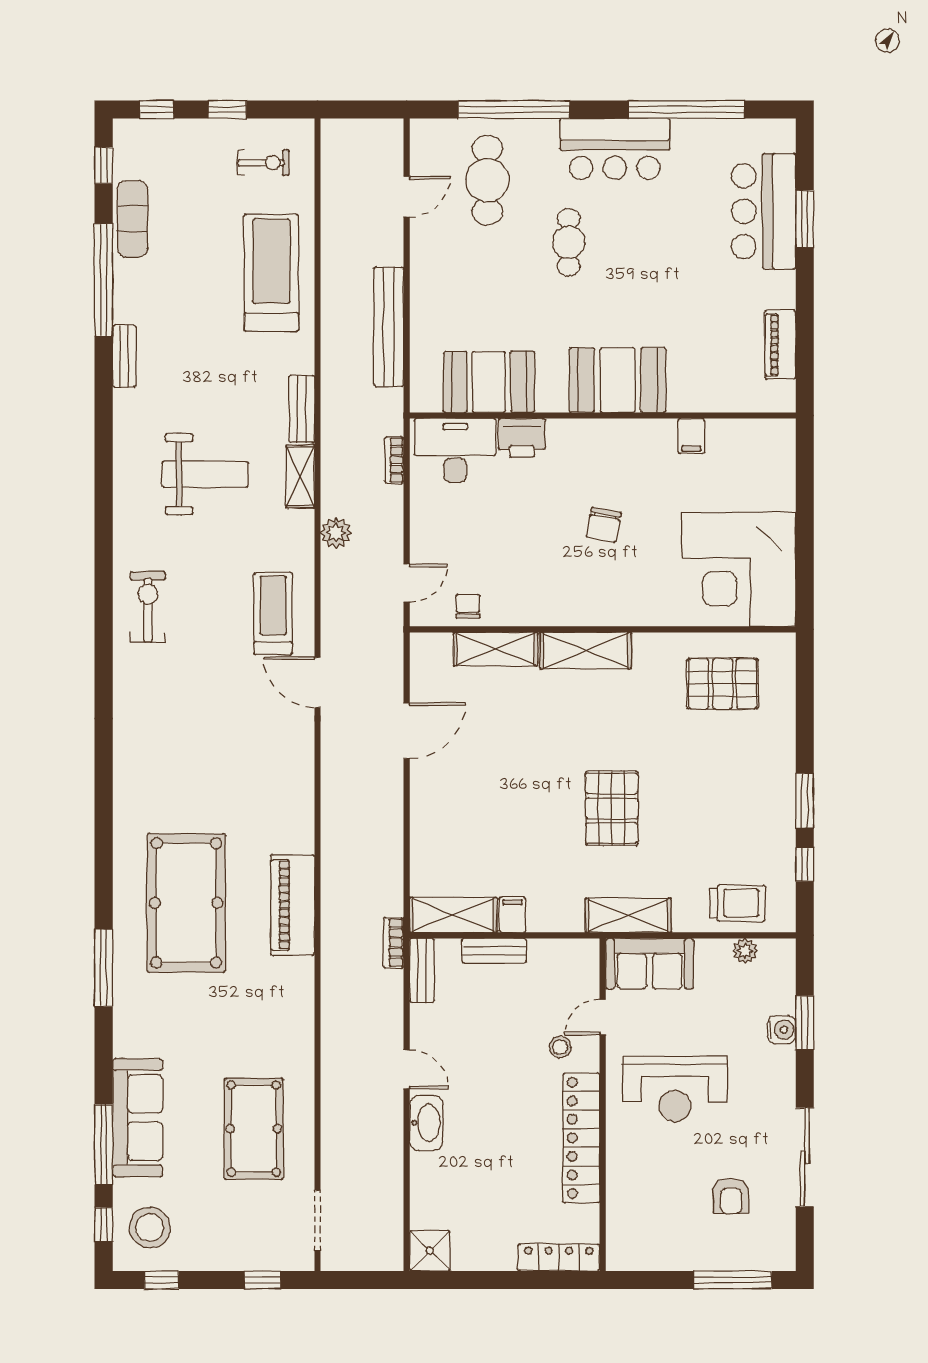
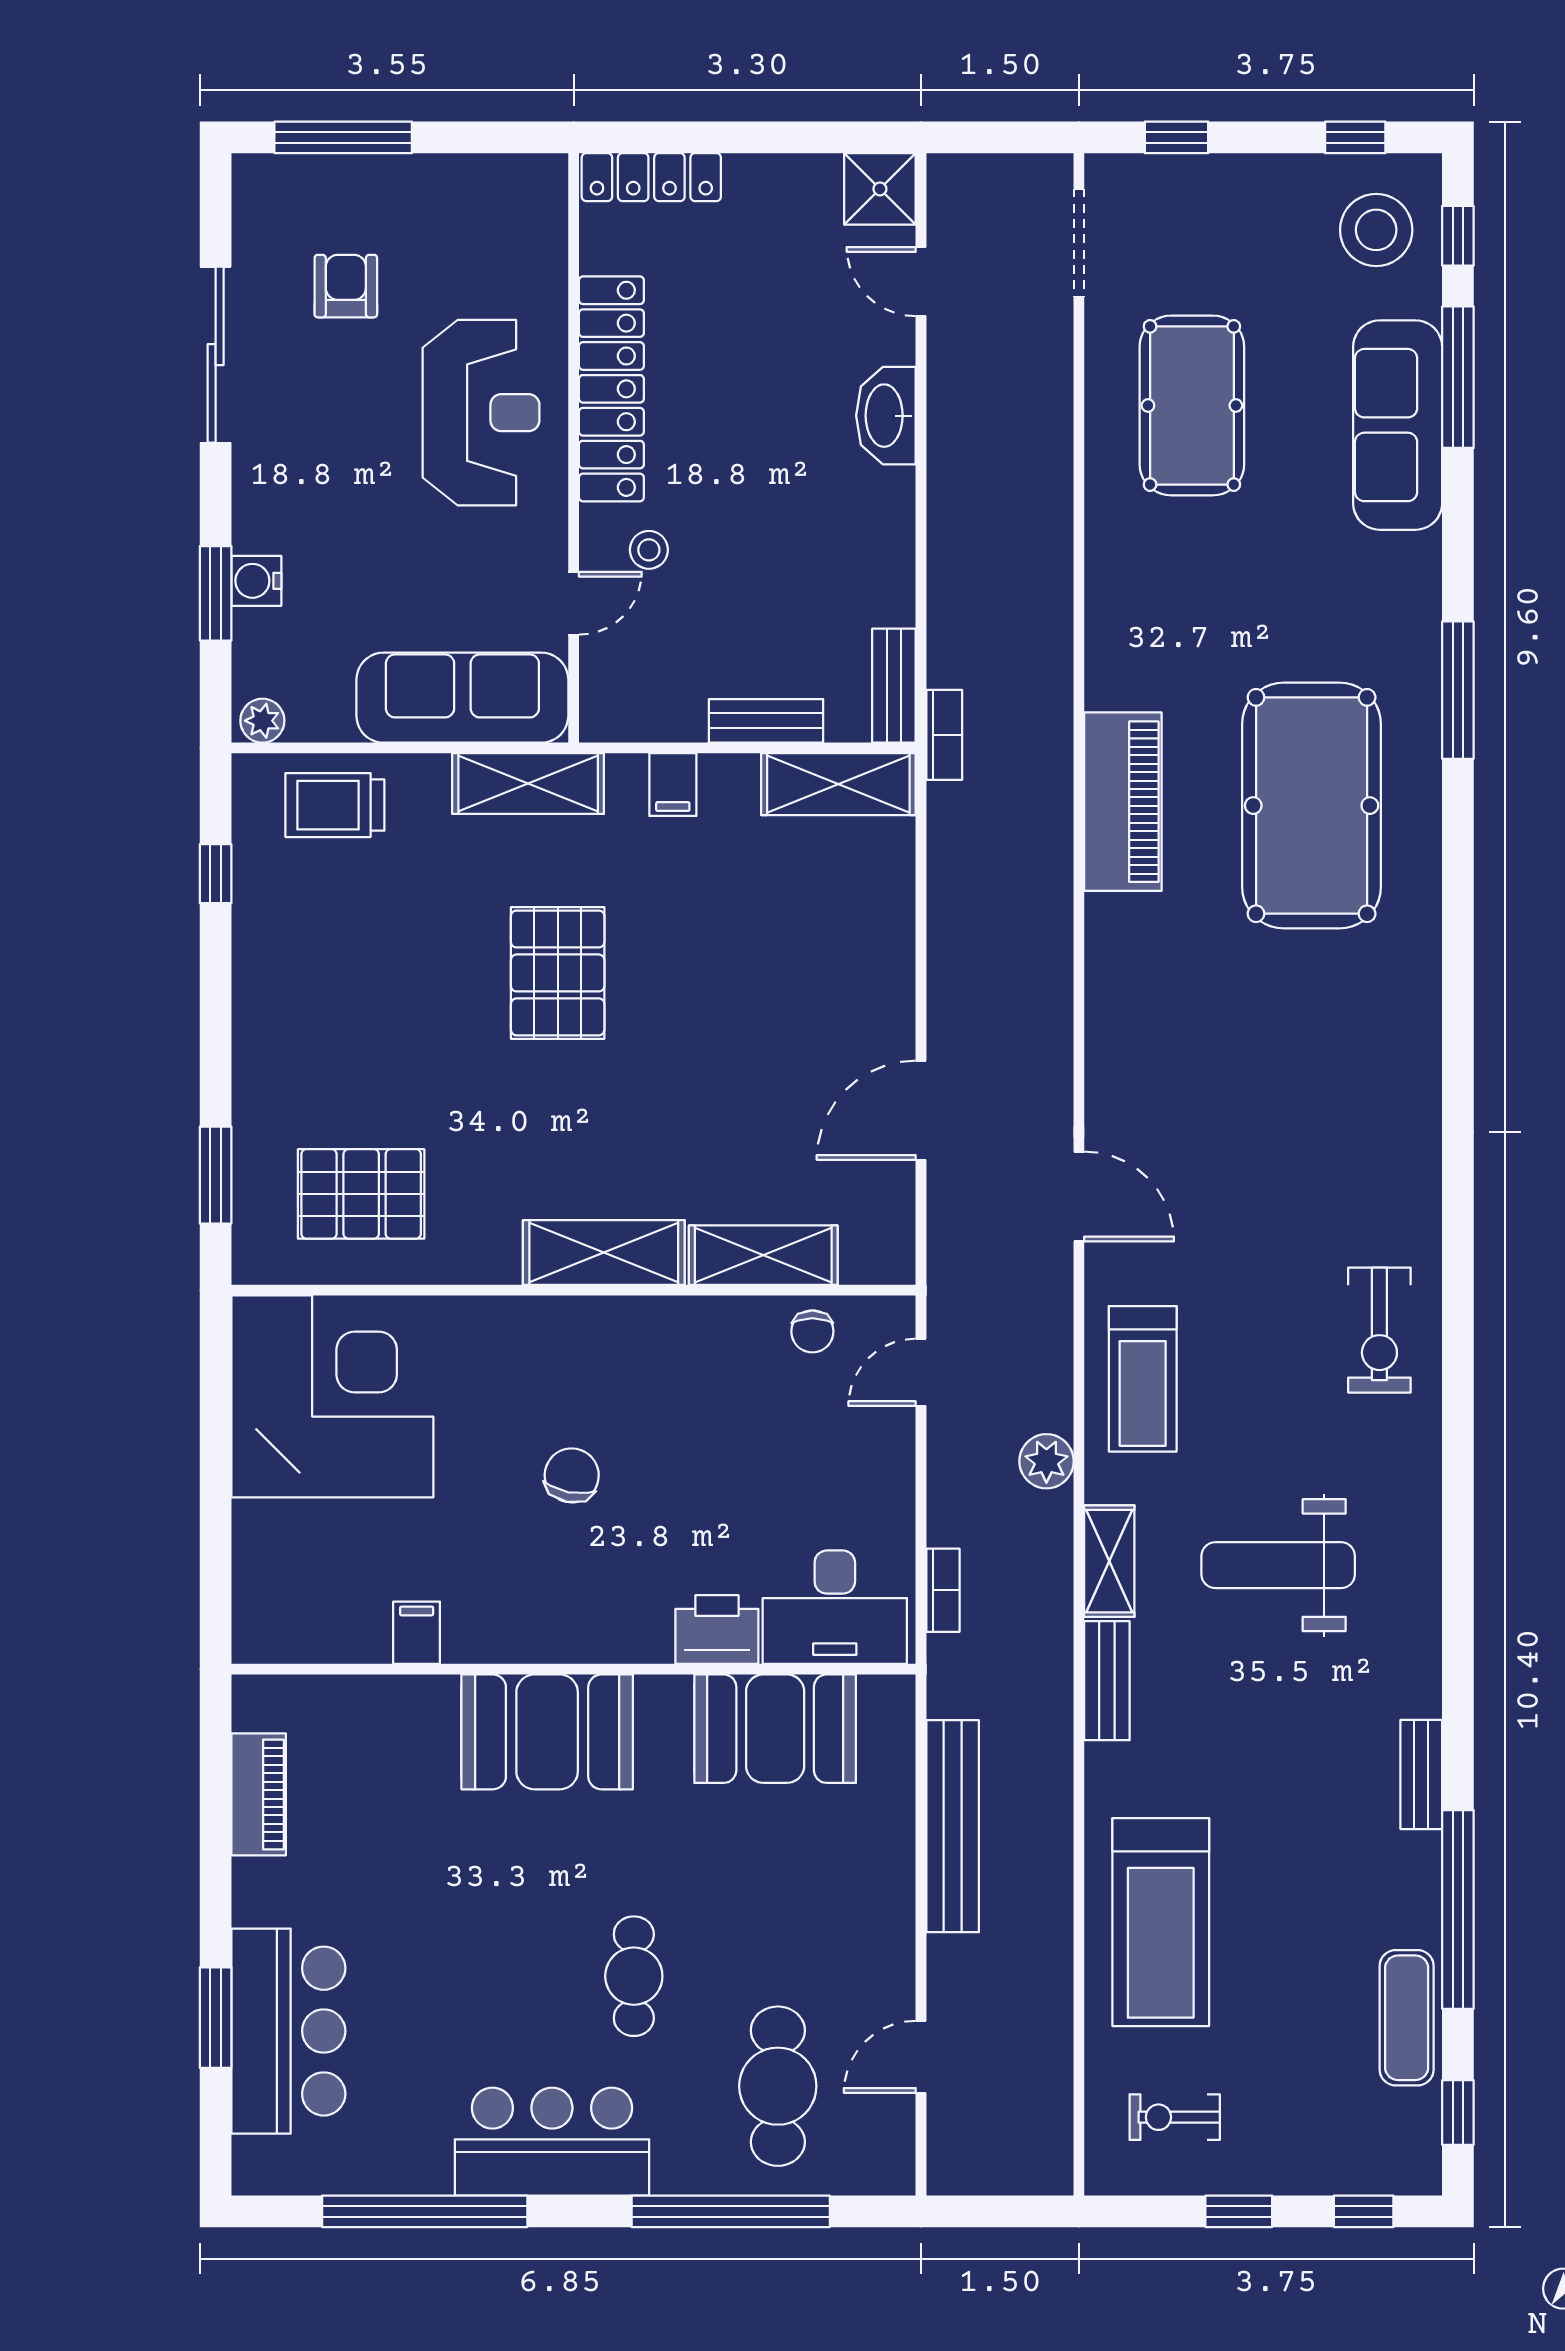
treadmill: (273, 614) -> (1143, 1379), moved
window: (805, 800) -> (216, 1175), moved
filing cabinet: (513, 915) -> (673, 785), moved
plant: (745, 951) -> (262, 721), moved
sofa: (650, 964) -> (462, 698), width x1.36
door: (407, 1069) -> (921, 282), moved
reception desk: (675, 1089) -> (481, 413), moved, turned 90

